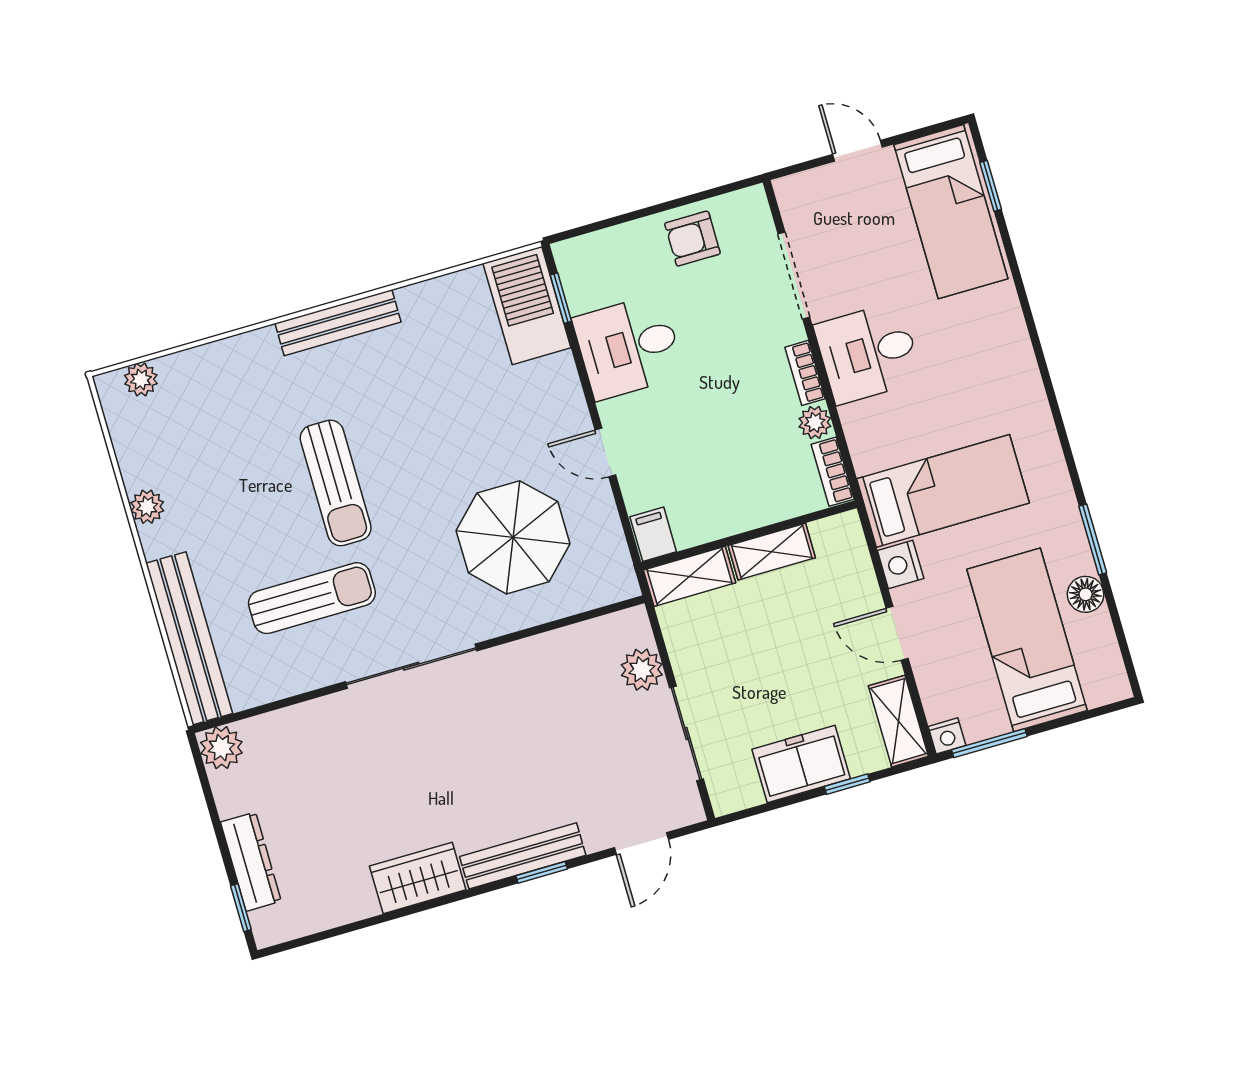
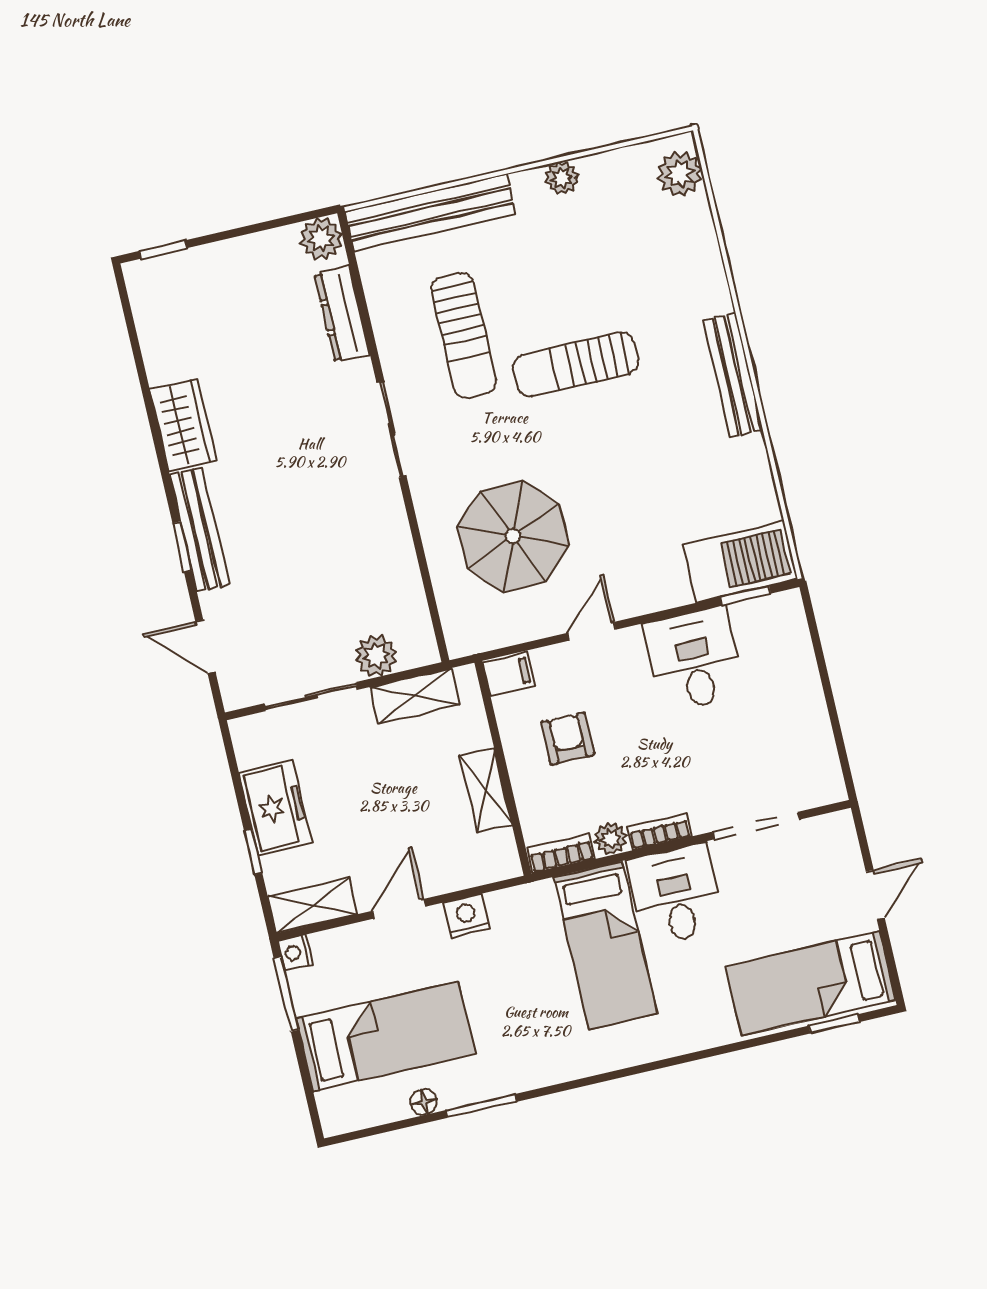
armchair: (692, 239) -> (568, 738), moved
plant: (141, 380) -> (680, 174), width x1.38, depth x1.38
bed: (943, 491) -> (605, 945), moved
shelving: (690, 576) -> (415, 696), moved, turned 90
floor lamp: (1086, 594) -> (424, 1102), width x0.73, depth x0.73
sliding door: (411, 666) -> (392, 429), width x0.73
dresser: (251, 862) -> (342, 314), moved, turned 90

